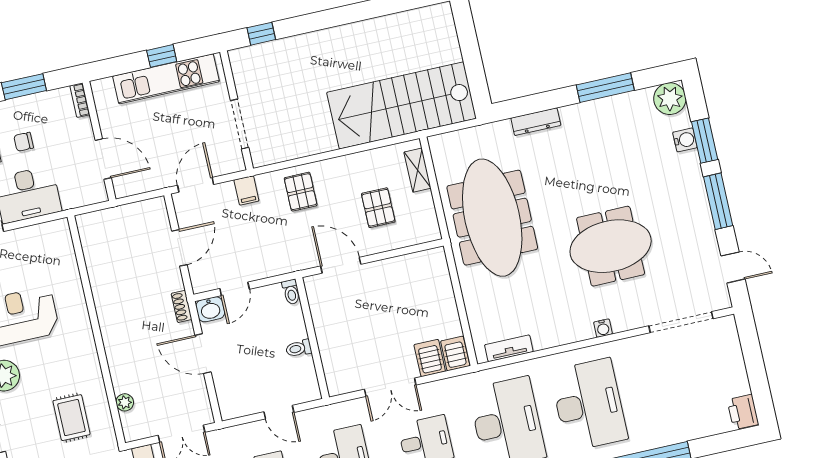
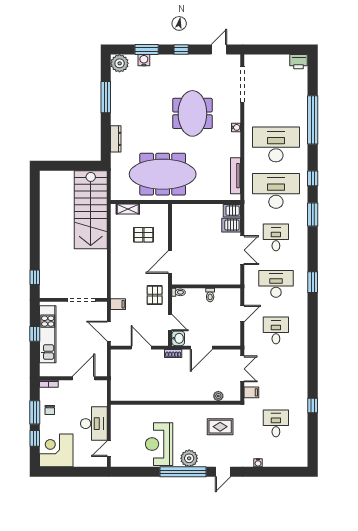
chair: (24, 142) -> (50, 410), moved
pallet: (301, 192) -> (155, 295), moved, turned 90
window: (718, 201) -> (181, 50), width x0.46
tv unit: (509, 348) -> (236, 176), width x1.41

